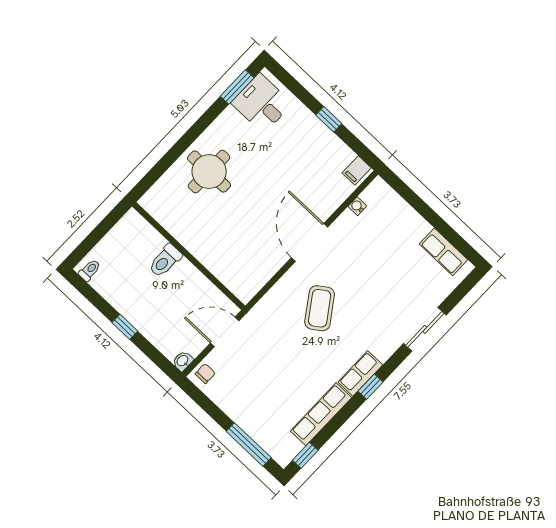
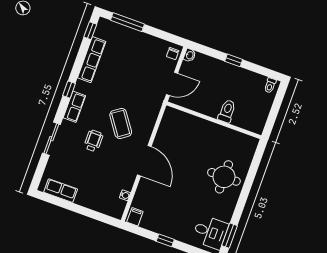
wheelchair: (368, 301) -> (93, 141), added
row of seats: (360, 373) -> (74, 107), moved

